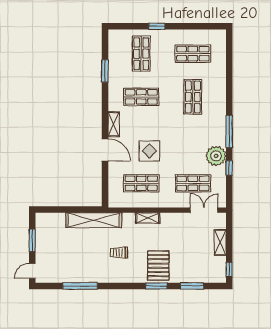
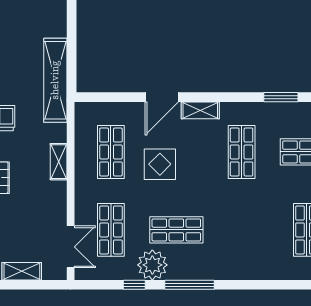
shop shelf: (193, 97) -> (176, 230), moved

